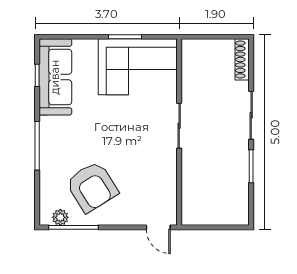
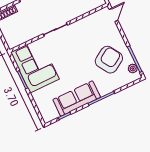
sofa: (55, 77) -> (77, 98), moved

